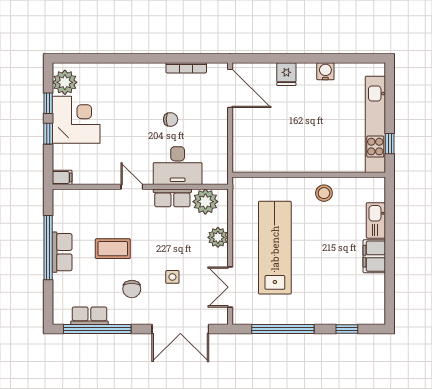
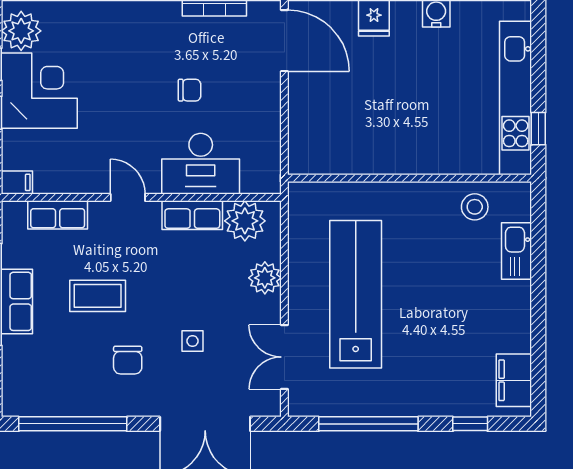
stool: (324, 193) -> (475, 207), moved
filing cabinet: (374, 256) -> (514, 380), moved
row of seats: (89, 316) -> (58, 215), moved, turned 180

